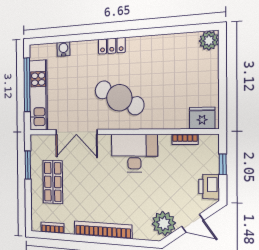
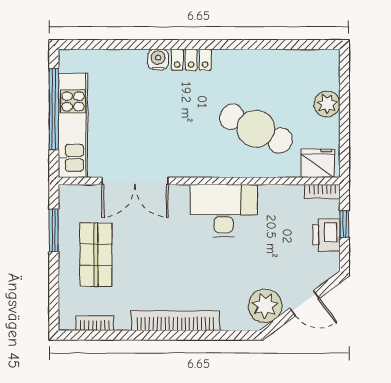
plant: (209, 40) -> (327, 104), moved
water cooler: (63, 49) -> (158, 59), moved
cafe table: (119, 98) -> (256, 129), moved
bookcase: (185, 139) -> (322, 191), moved
printer: (209, 187) -> (327, 235), moved

